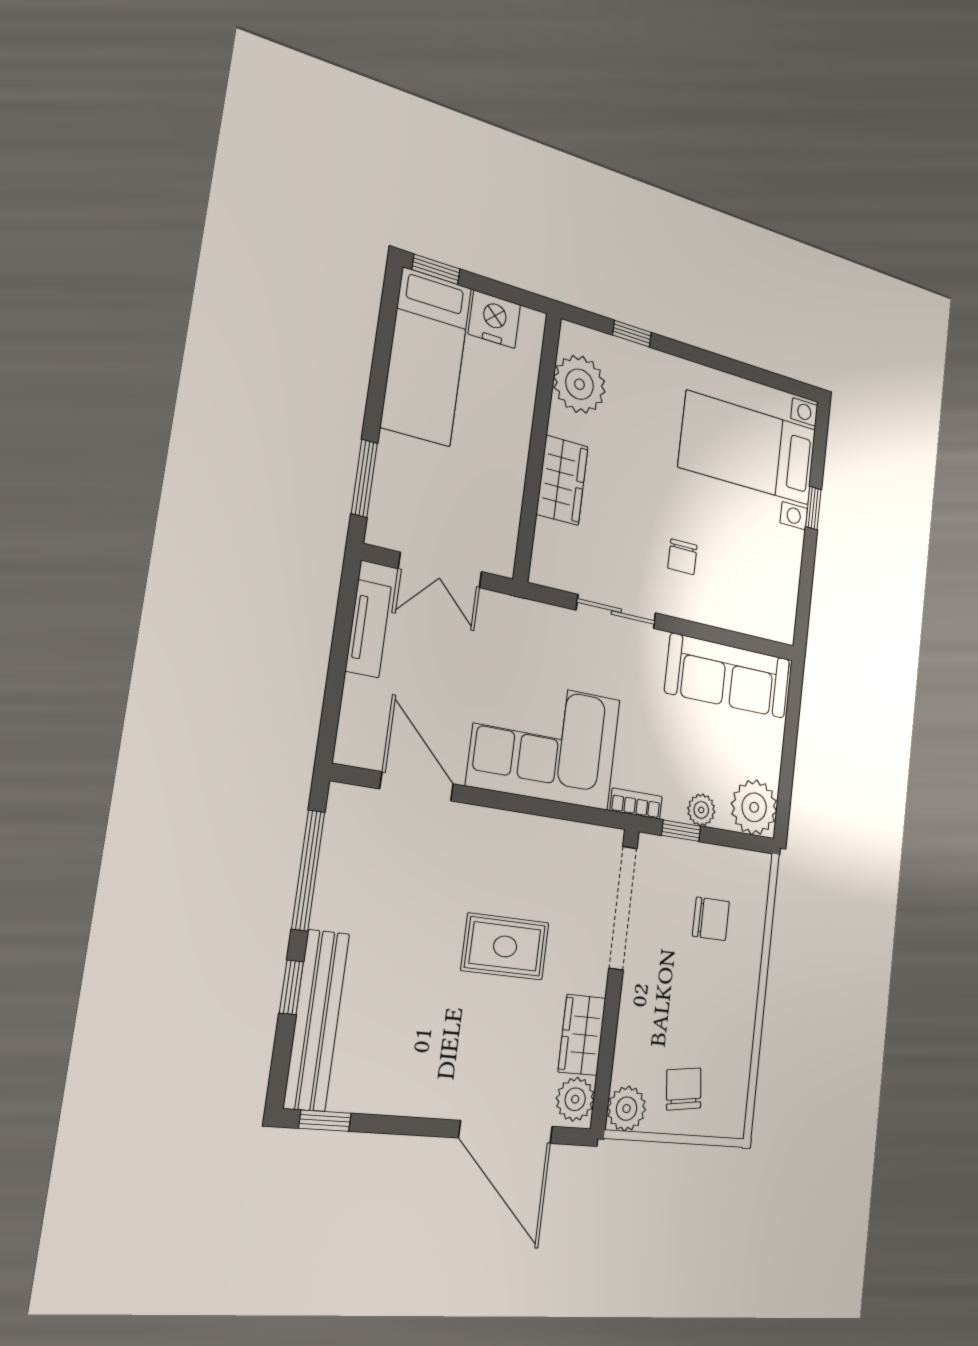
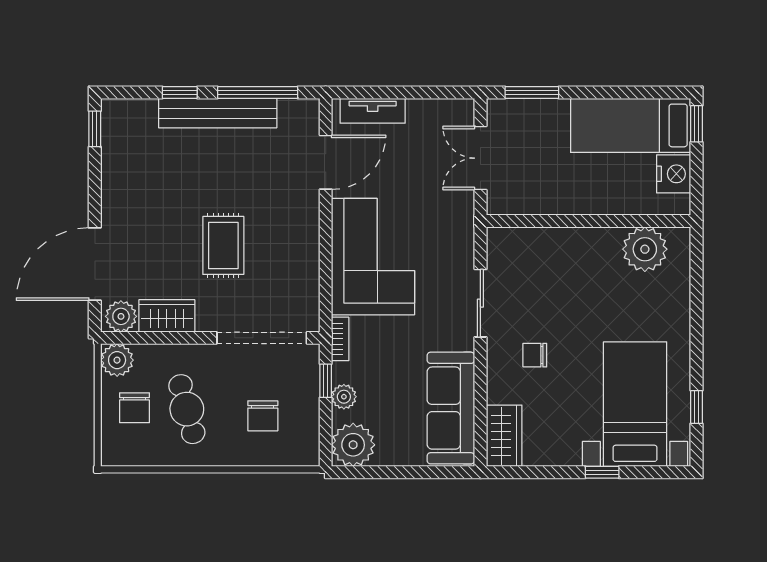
window: (632, 334) -> (697, 407), moved
wardrobe: (562, 480) -> (504, 436), moved, turned -90
tv unit: (368, 629) -> (373, 111), moved
cafe table: (693, 1019) -> (187, 409), added
bench: (316, 1020) -> (218, 113), moved
chair: (684, 1089) -> (134, 408), turned 97

